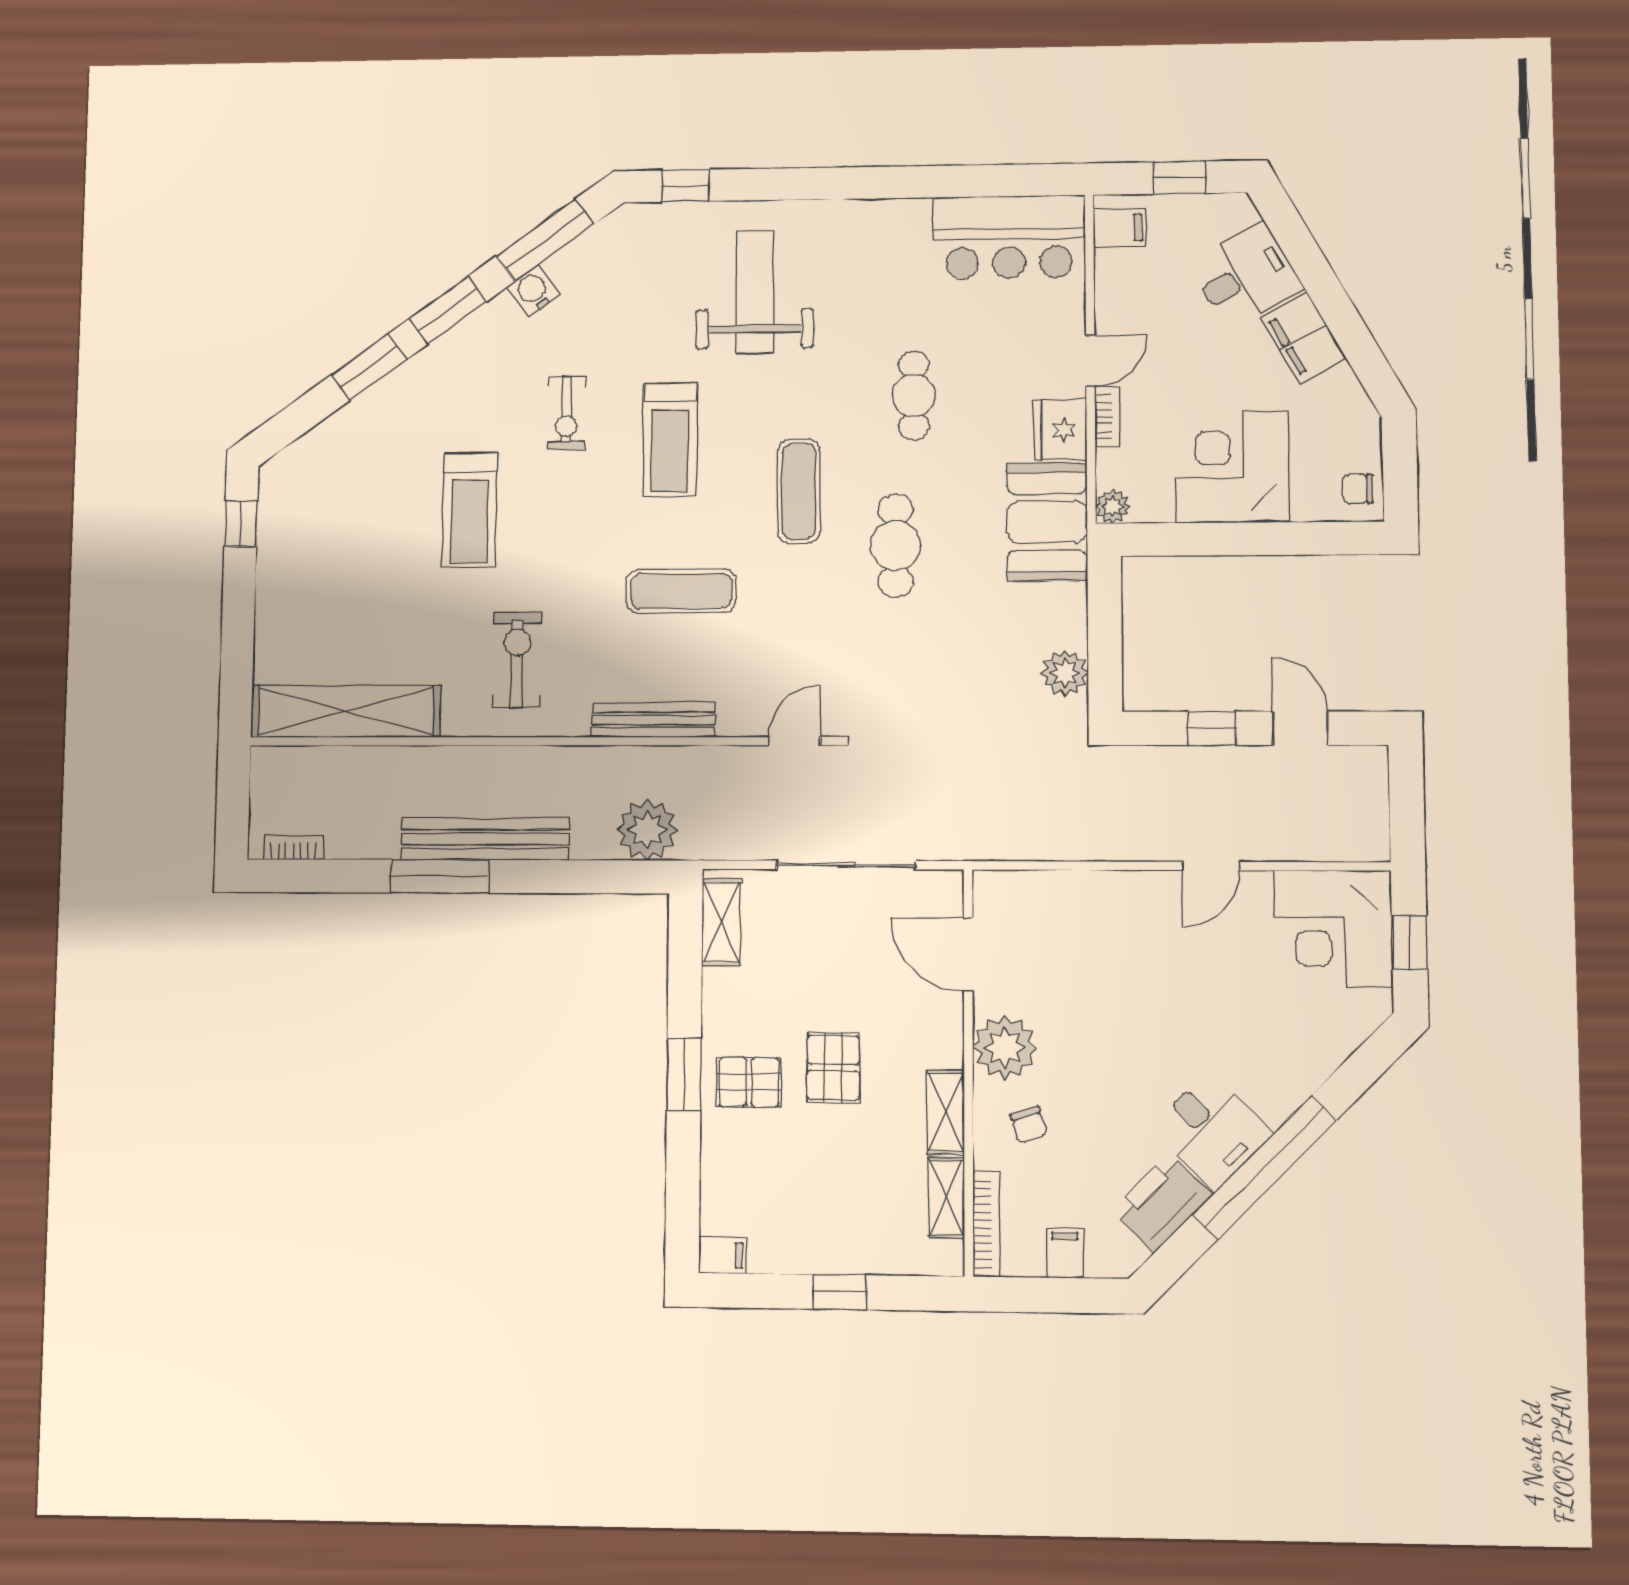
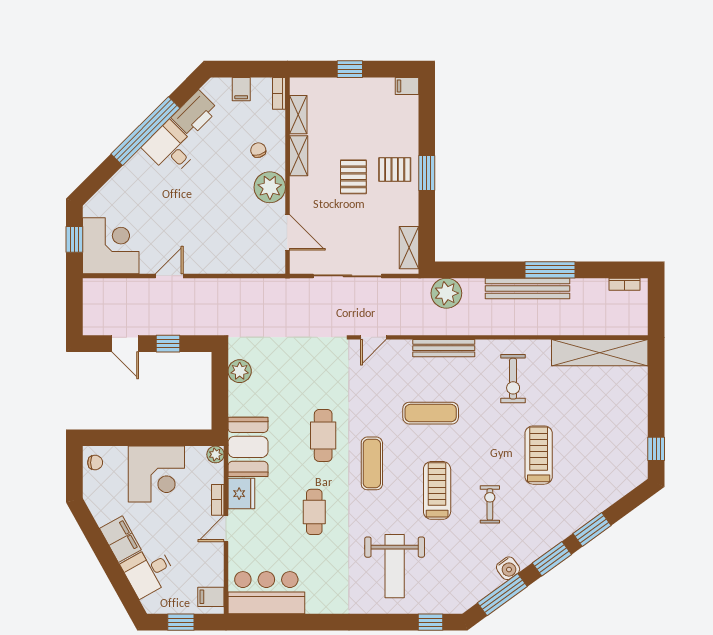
bookcase: (986, 1224) -> (279, 93), width x0.64

